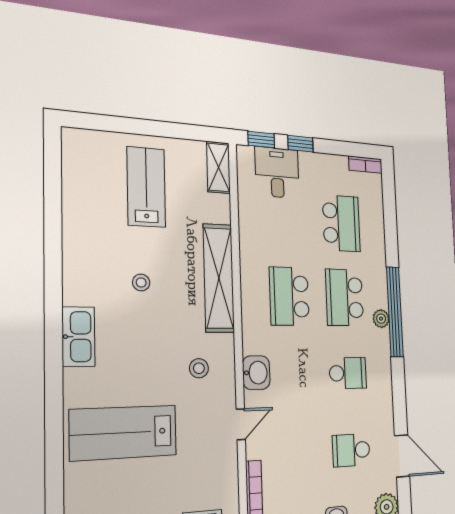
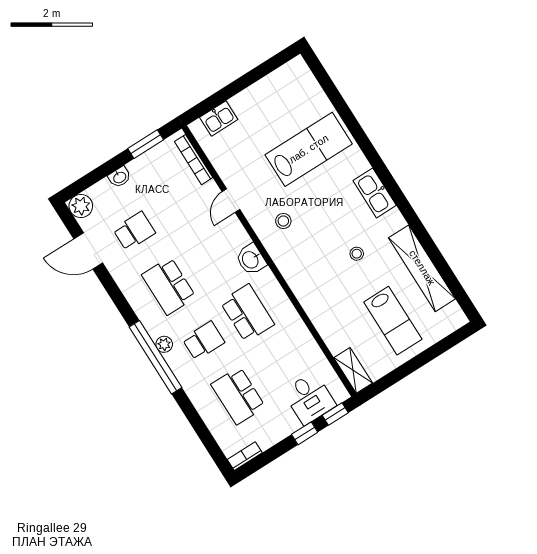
shelving: (219, 278) -> (422, 268), moved
school desk: (345, 297) -> (203, 341), width x0.54
washbasin: (256, 373) -> (251, 259), moved
school desk: (348, 373) -> (169, 286), width x1.85

